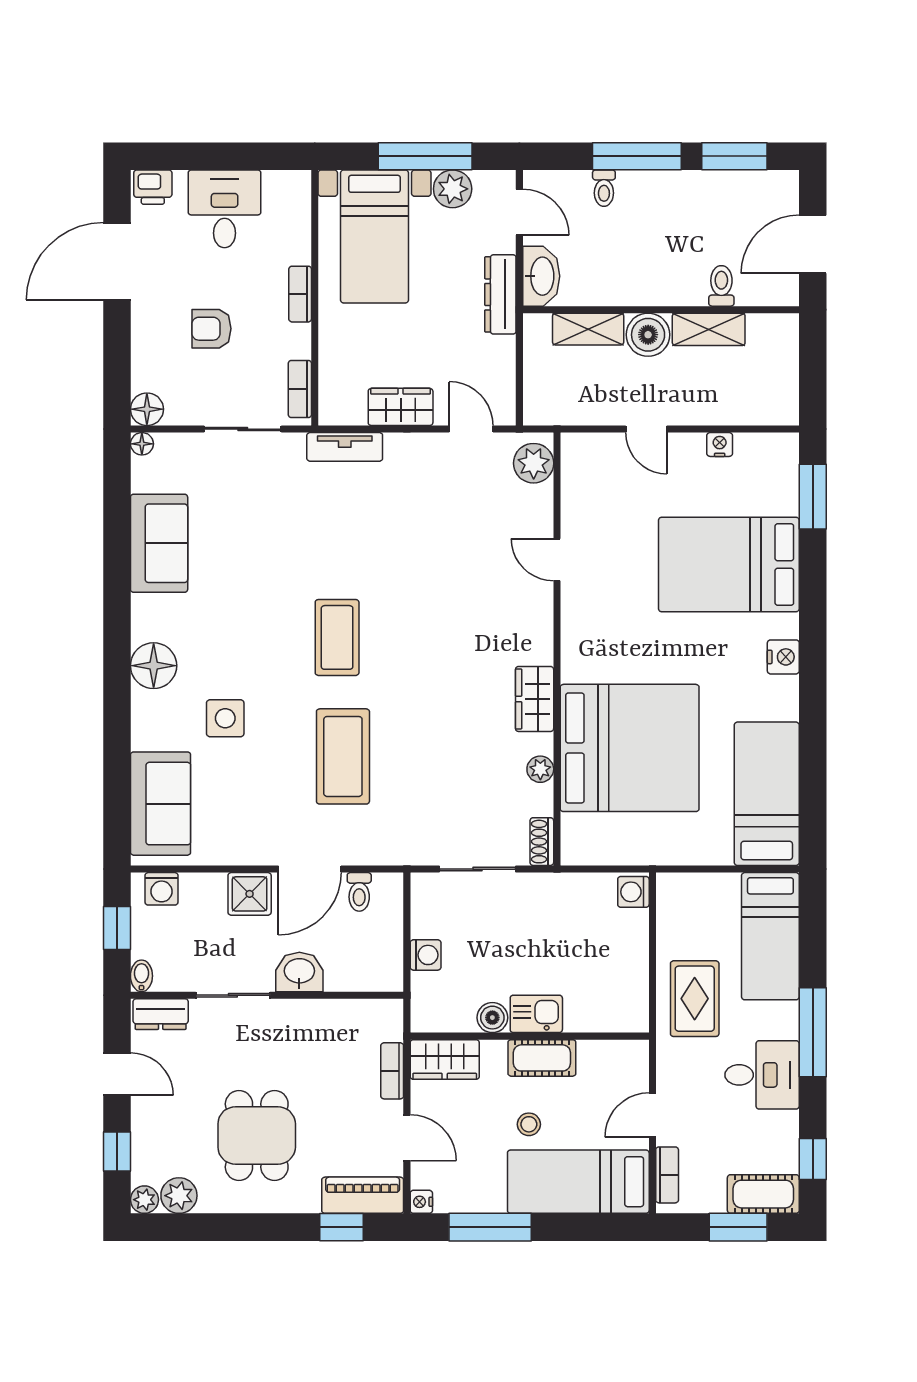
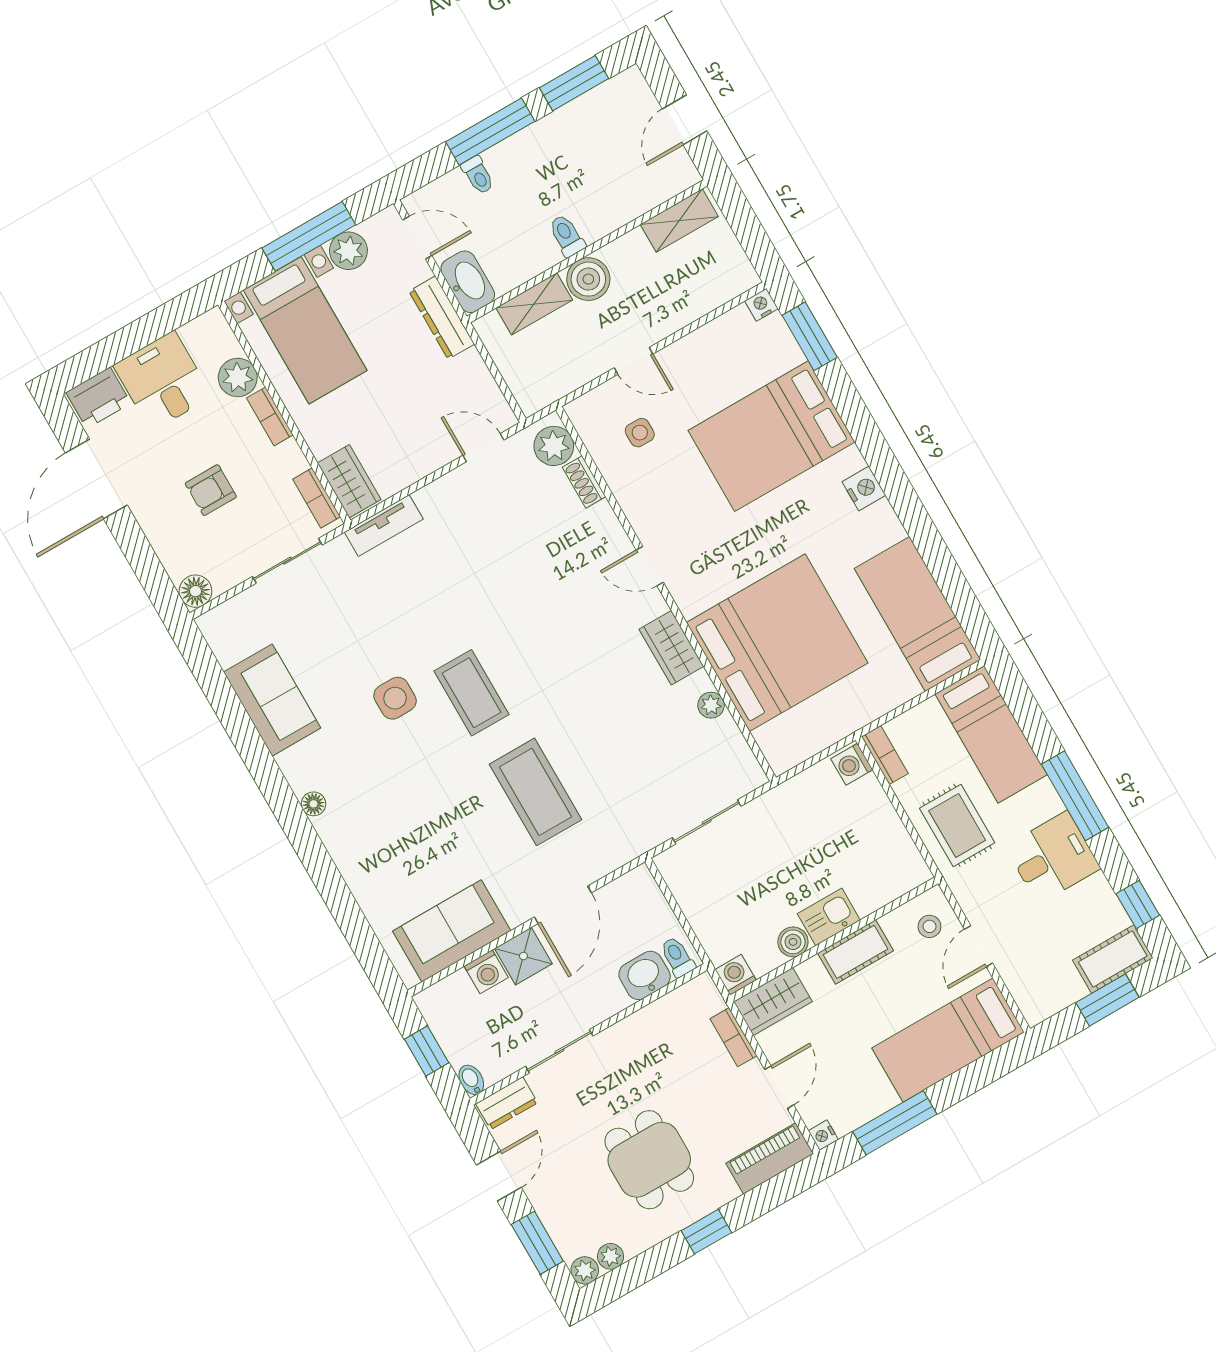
printer: (153, 187) -> (98, 398), width x1.36, depth x1.24
plant: (292, 244) -> (238, 377), added
door: (813, 244) -> (685, 120), width x0.73
toilet: (721, 286) -> (567, 236), moved
shelving: (709, 329) -> (679, 220), moved
wardrobe: (401, 407) -> (349, 481), moved, turned 90
floor lamp: (142, 444) -> (208, 623), removed
nightstand: (720, 444) -> (761, 305), moved
side table: (616, 495) -> (640, 433), added
door: (557, 560) -> (650, 566), moved
floor lamp: (154, 666) -> (313, 804), width x0.53, depth x0.53
side table: (225, 718) -> (395, 698), moved
sofa: (161, 804) -> (452, 931), moved, turned -90
shoe rack: (542, 842) -> (584, 482), moved
washing machine: (162, 889) -> (486, 972), moved
toilet: (359, 892) -> (677, 957), moved, turned 180
washing machine: (426, 955) -> (736, 975), moved, turned -90
washbasin: (299, 972) -> (645, 975), moved
door: (117, 1074) -> (499, 1176), hinge flipped
stool: (529, 1124) -> (929, 926), moved
door: (407, 1138) -> (779, 1087), hinge flipped
window: (117, 1152) -> (537, 1243), width x1.50
bookcase: (667, 1175) -> (885, 755), moved
plant: (179, 1196) -> (611, 1256), width x0.73, depth x0.73
window: (342, 1227) -> (706, 1232), moved

